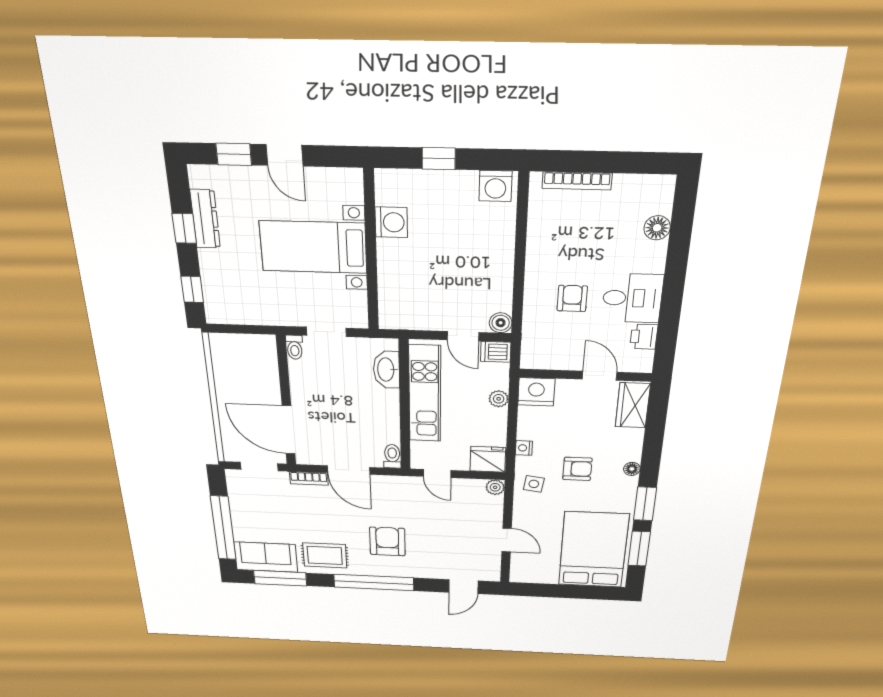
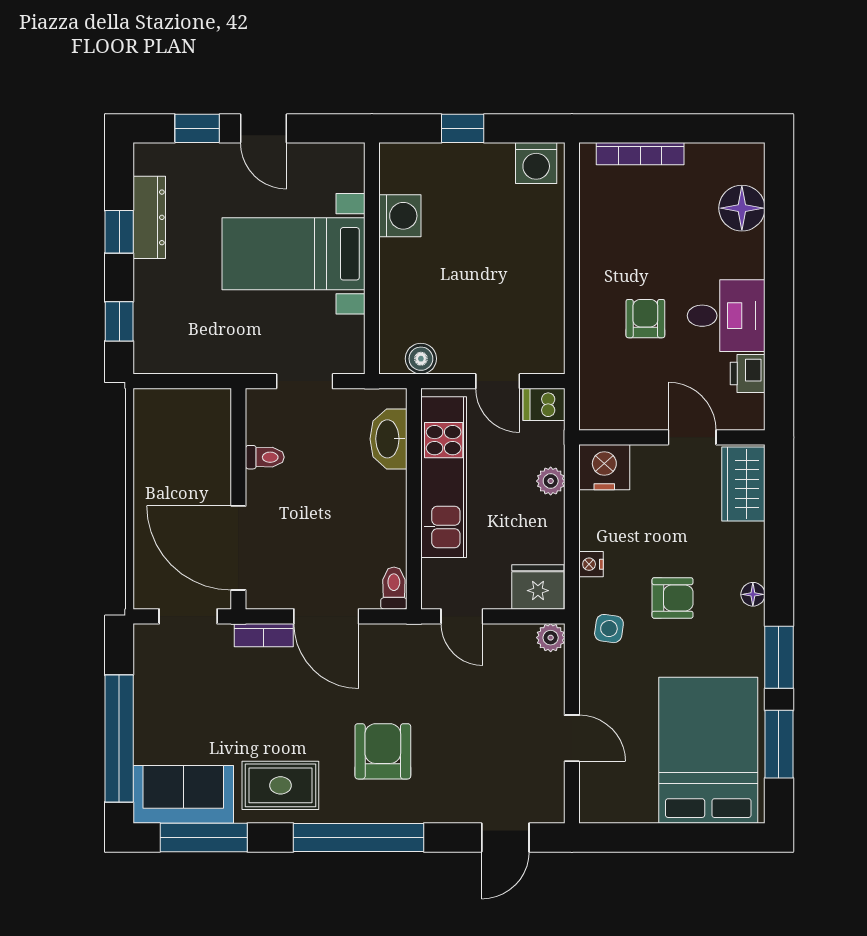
floor lamp: (657, 228) -> (742, 208), width x1.38, depth x1.38
boiler: (501, 323) -> (421, 359), moved
toilet: (295, 347) -> (265, 457), moved, turned -90

